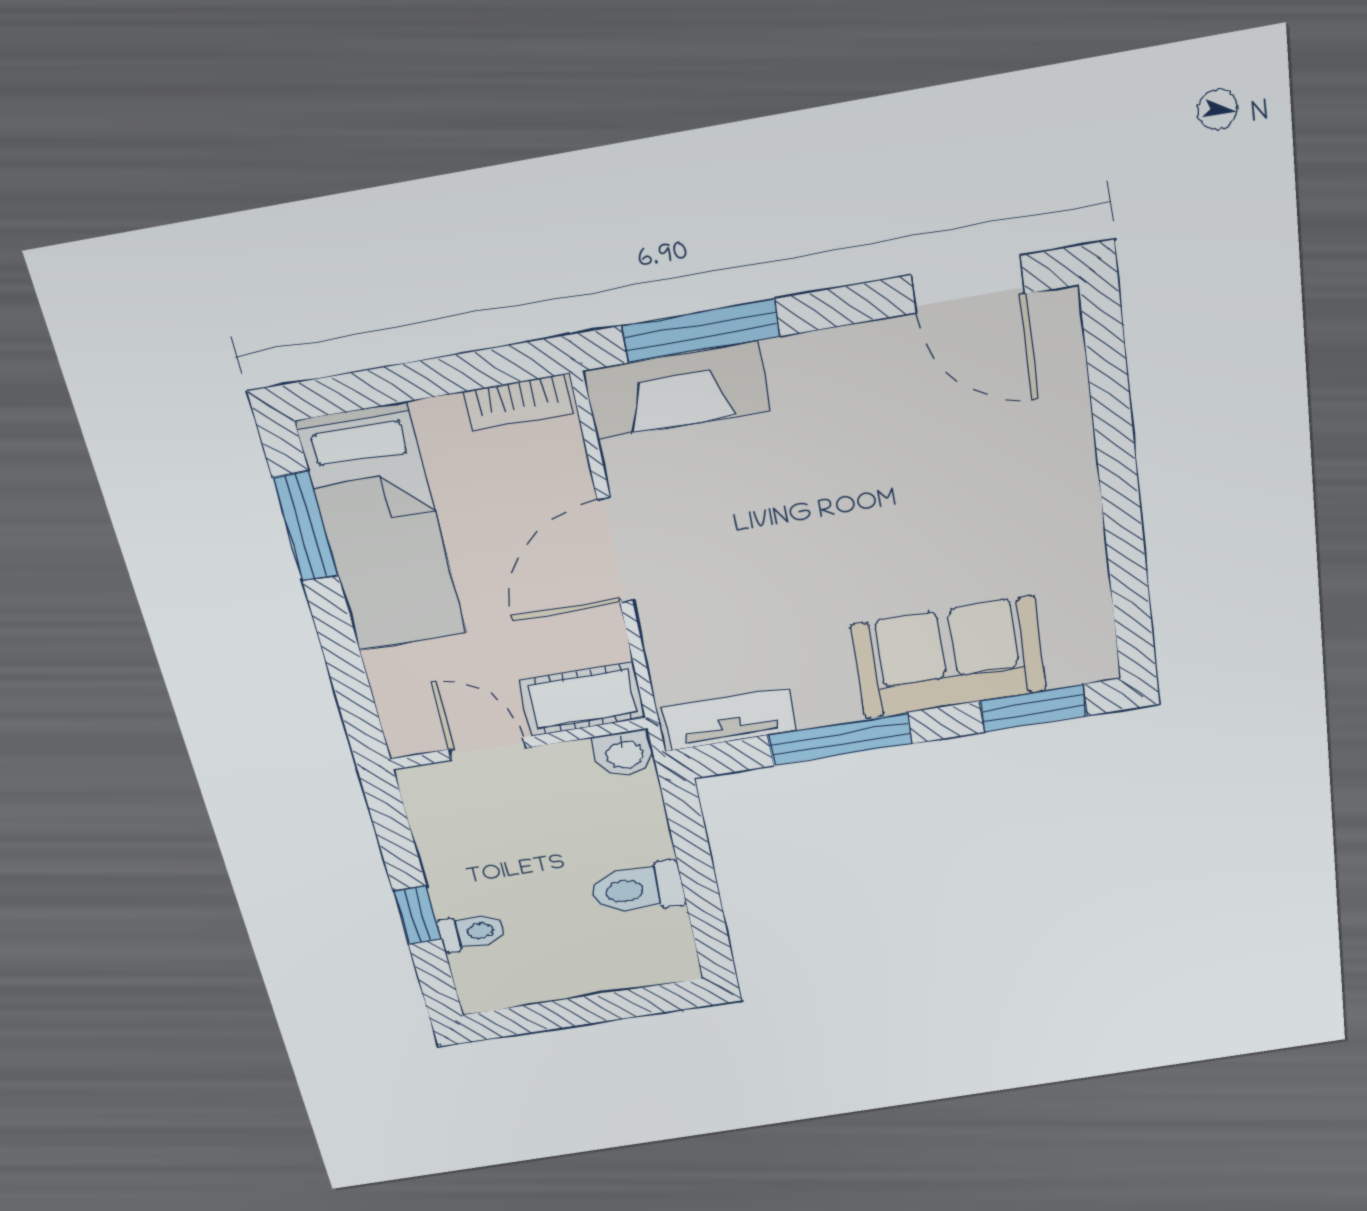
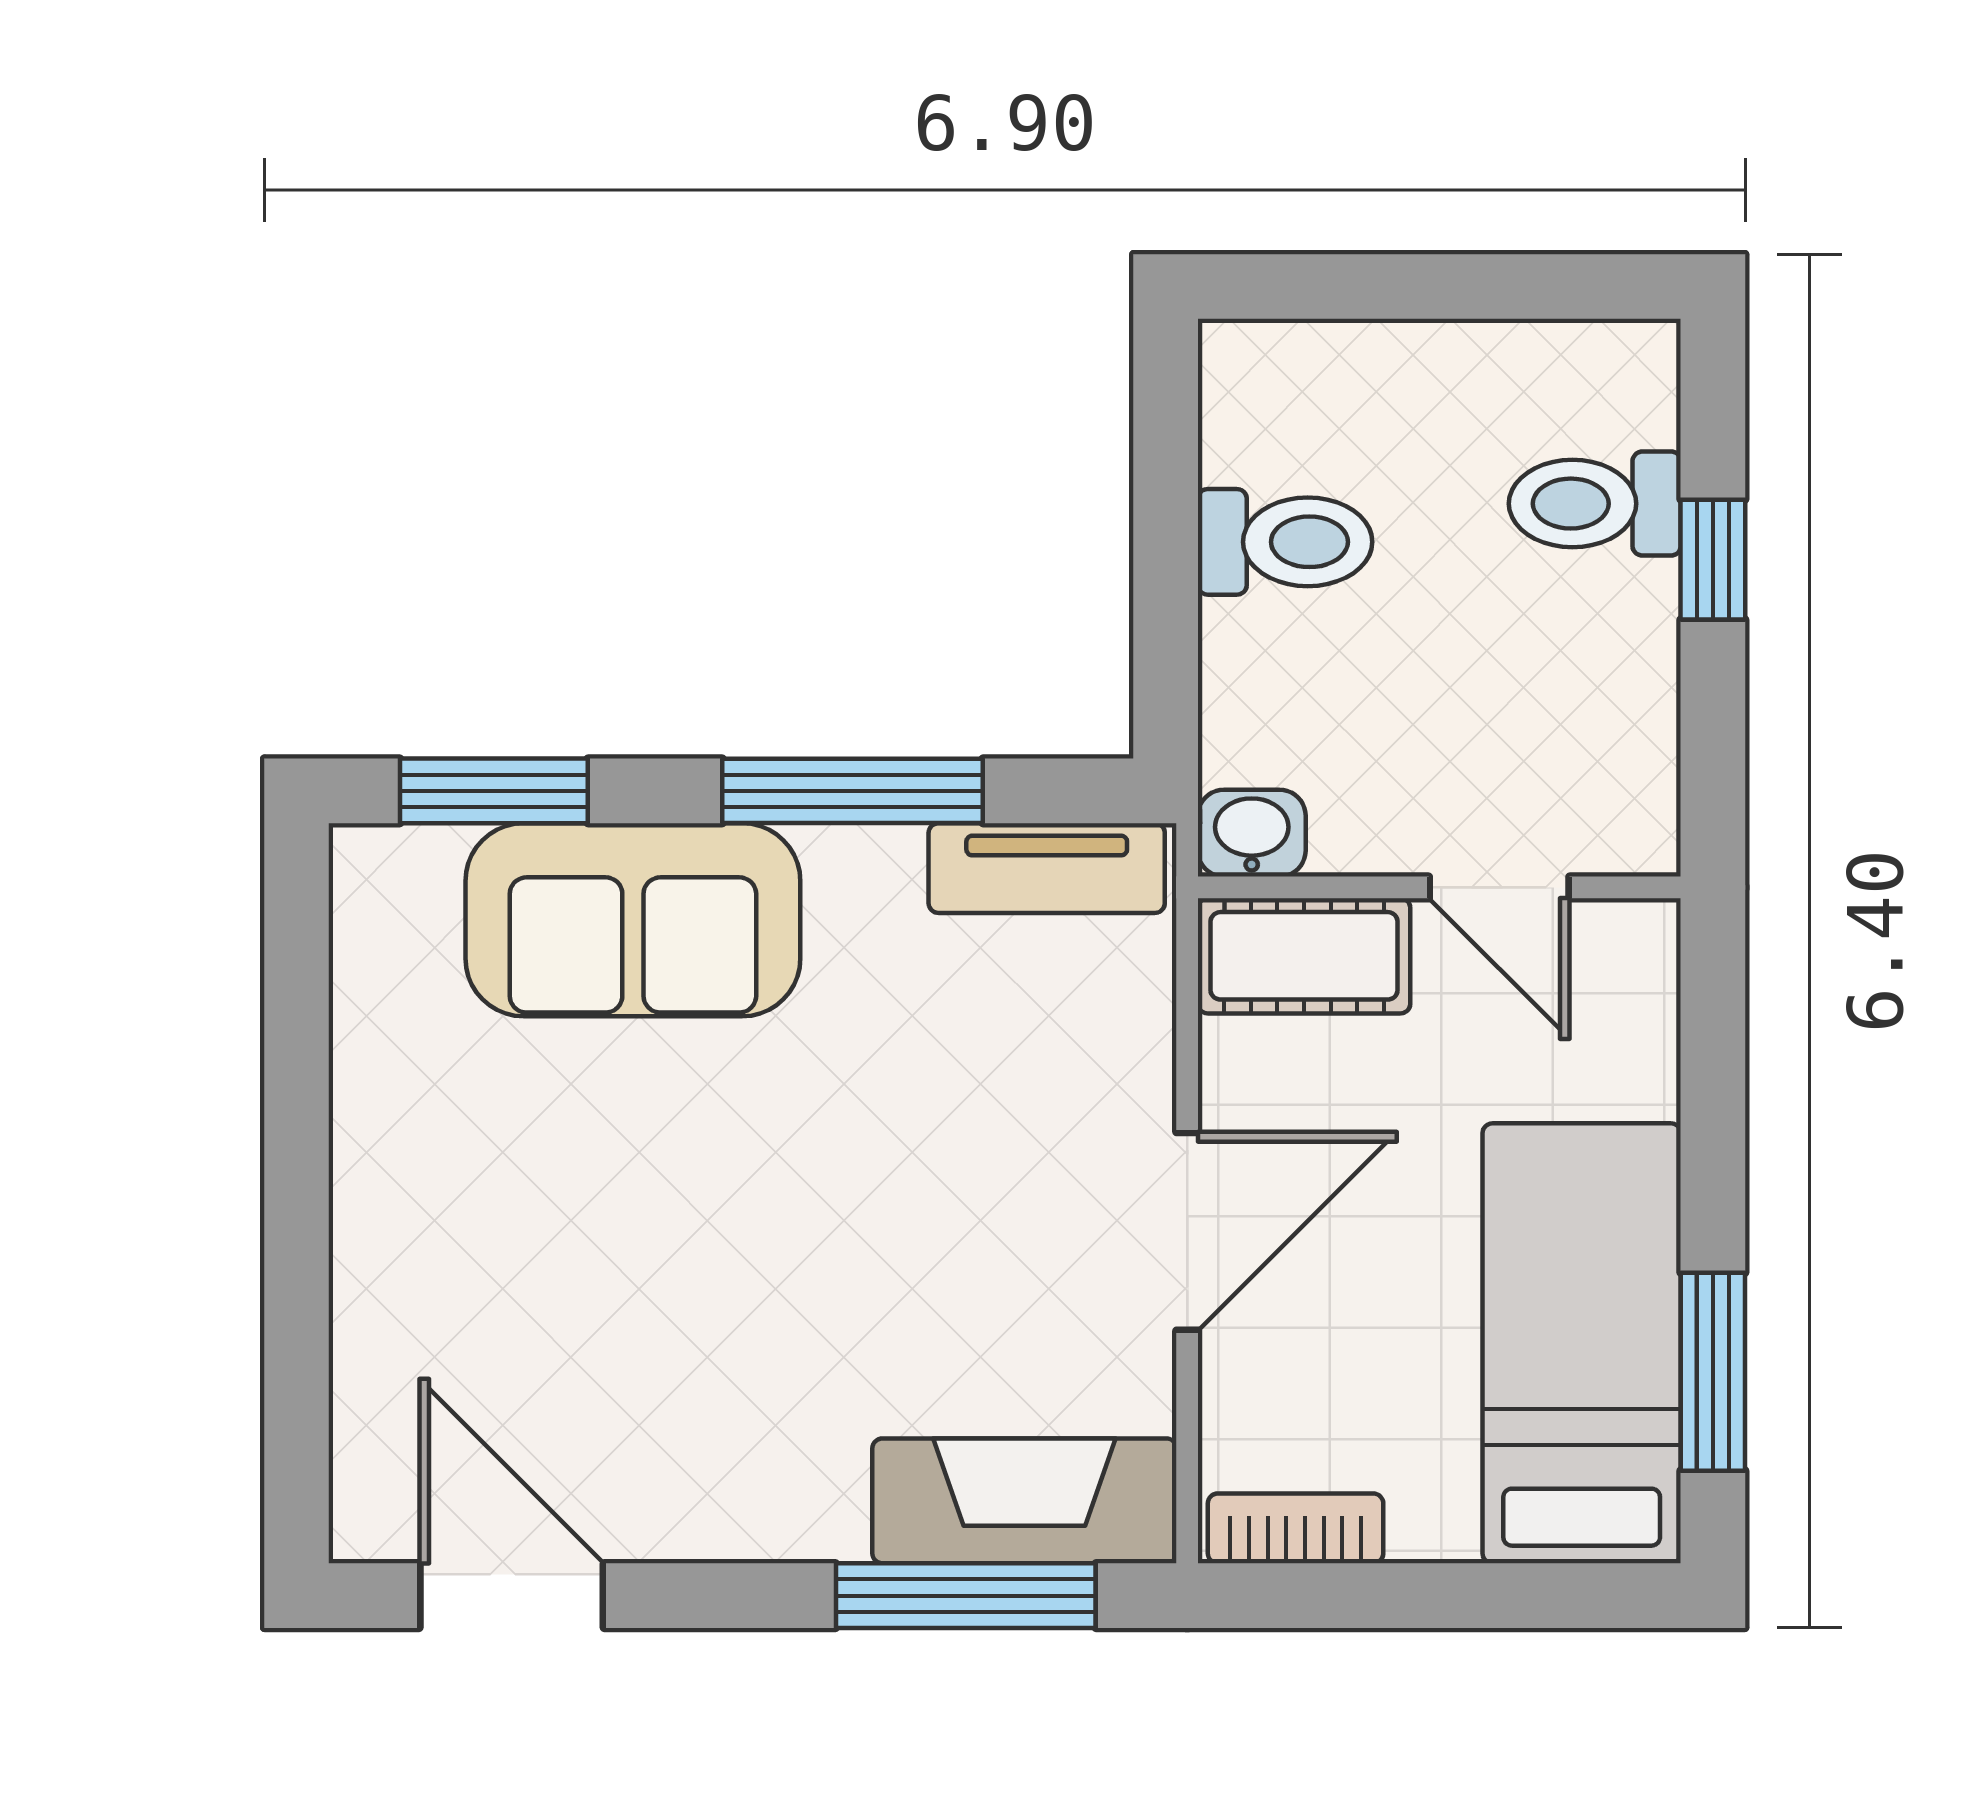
toilet: (472, 932) -> (1595, 504), width x1.37, depth x1.39

